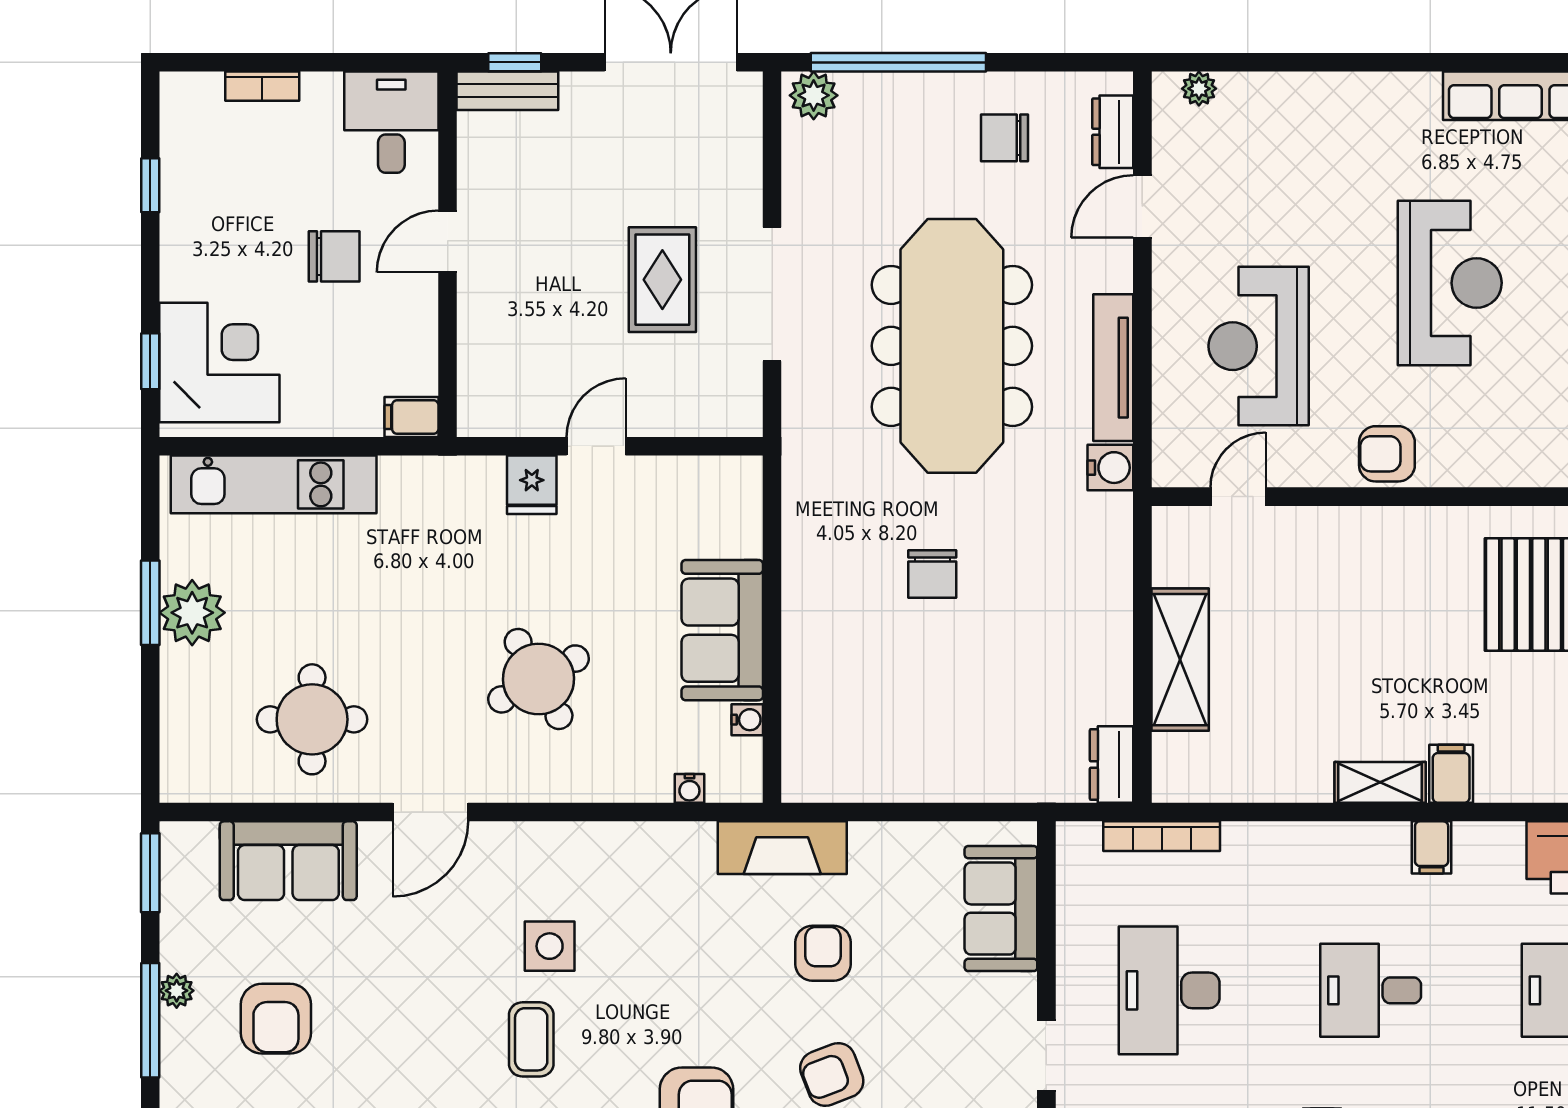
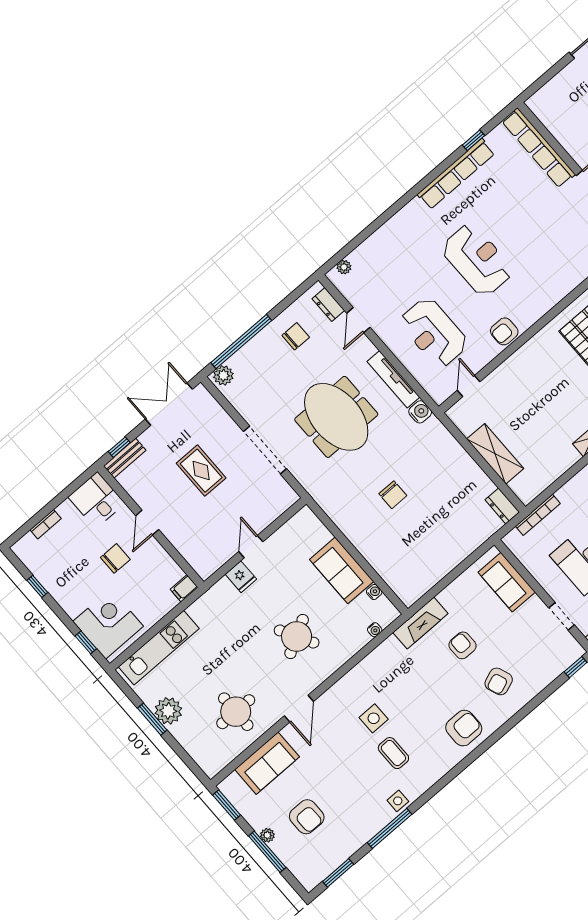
chair: (1005, 138) -> (296, 336), turned 180
rug: (662, 280) -> (201, 471), moved
meeting table: (952, 346) -> (336, 417), width x0.73

